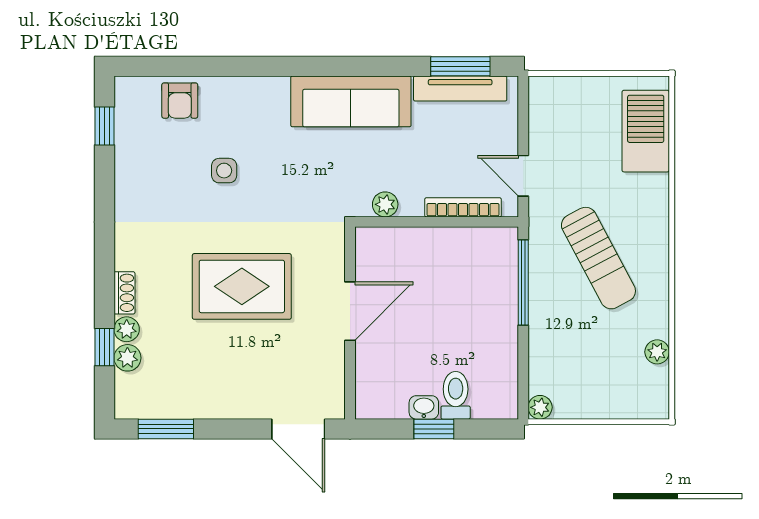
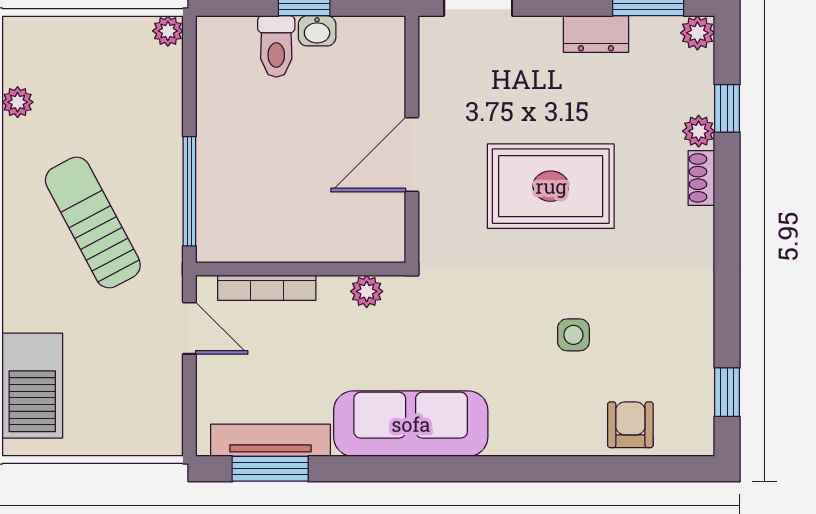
plant: (127, 358) -> (697, 33), moved
dresser: (207, 405) -> (596, 34), added

